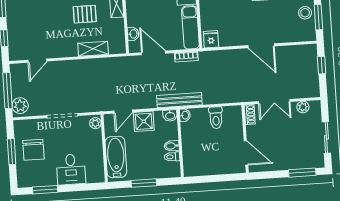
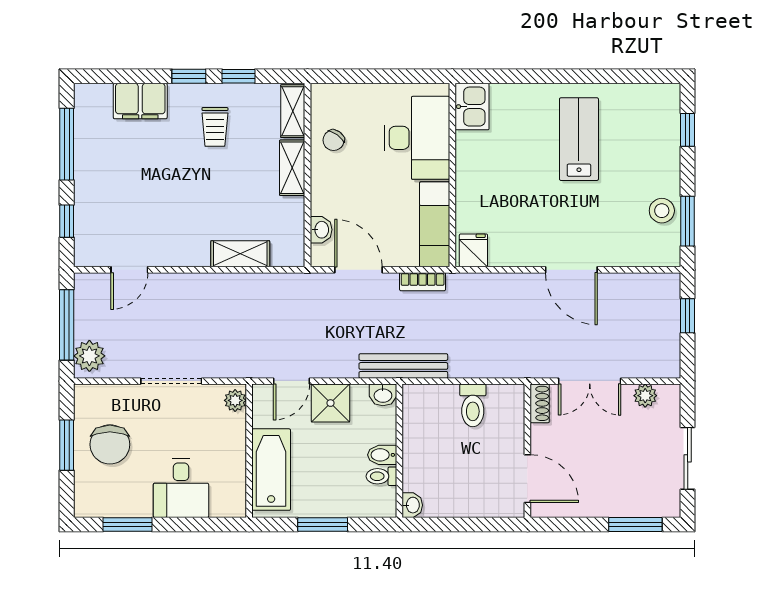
pallet: (85, 14) -> (228, 185), removed
washbasin: (185, 115) -> (412, 505), moved

